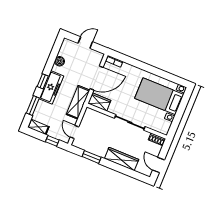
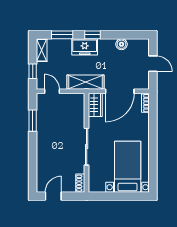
door: (97, 78) -> (120, 91), hinge flipped
freezer: (51, 87) -> (85, 47), width x0.71
door: (75, 132) -> (52, 91), hinge flipped
wardrobe: (122, 159) -> (44, 154), removed

